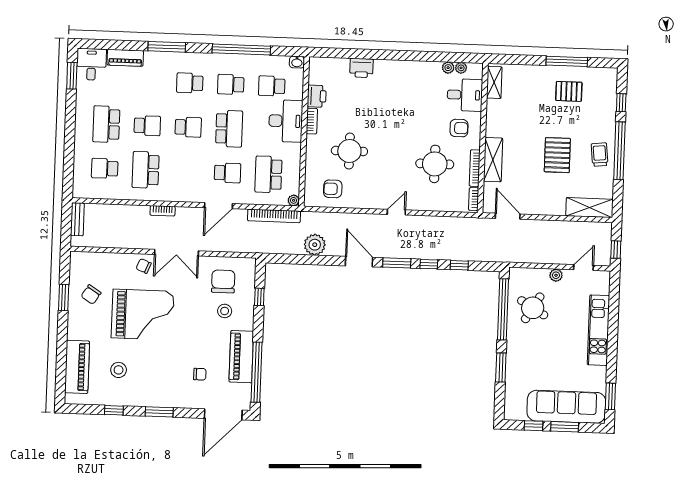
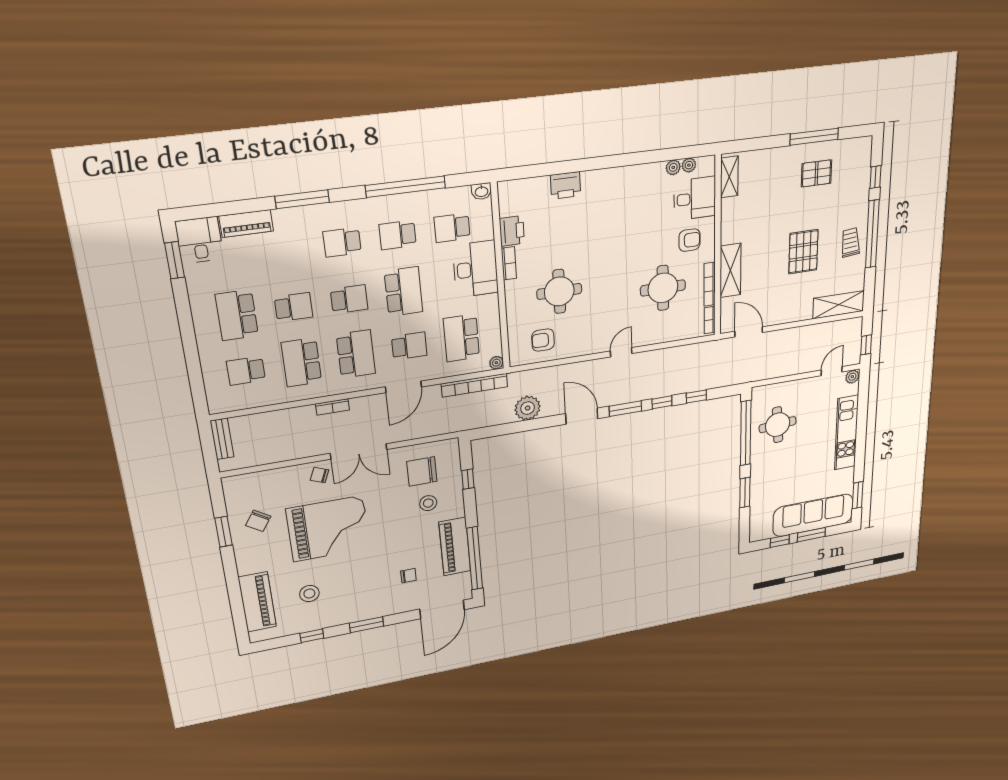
school desk: (187, 171) -> (356, 354), added
plant: (556, 275) -> (852, 377), moved
chair: (223, 281) -> (422, 471), turned -90
round table: (533, 308) -> (778, 425), turned -35

